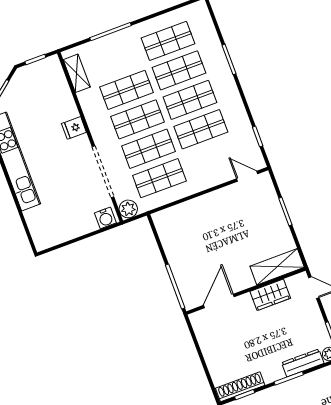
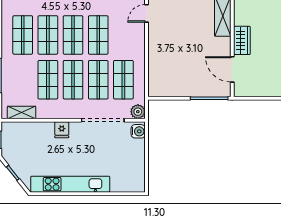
wardrobe: (270, 295) -> (242, 40), moved

